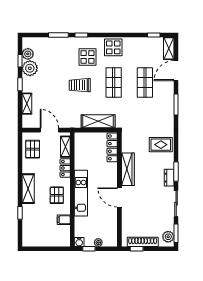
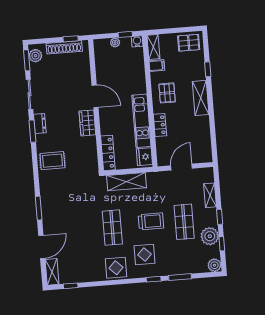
plant: (28, 54) -> (214, 265), moved
shop shelf: (145, 83) -> (184, 222), moved
door: (49, 130) -> (182, 167), swing flipped
fridge: (81, 142) -> (144, 157), added
shelving: (65, 147) -> (153, 47), moved
pallet: (33, 149) -> (189, 43), moved, turned 90
wardrobe: (128, 169) -> (87, 123), width x0.67
kitchen unit: (81, 193) -> (141, 121), moved

